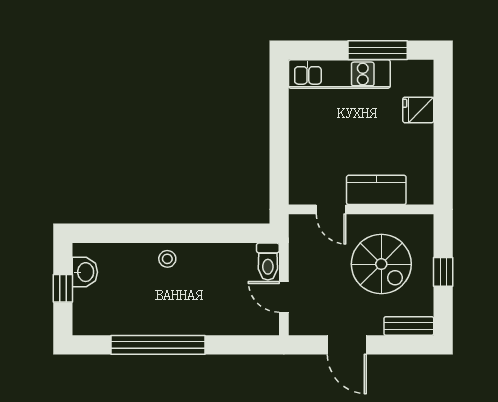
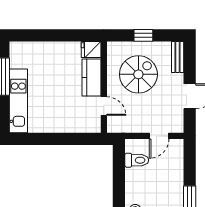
fridge: (418, 110) -> (91, 49), moved, turned 90
door: (331, 209) -> (104, 106), hinge flipped
toilet: (268, 261) -> (137, 160), moved

